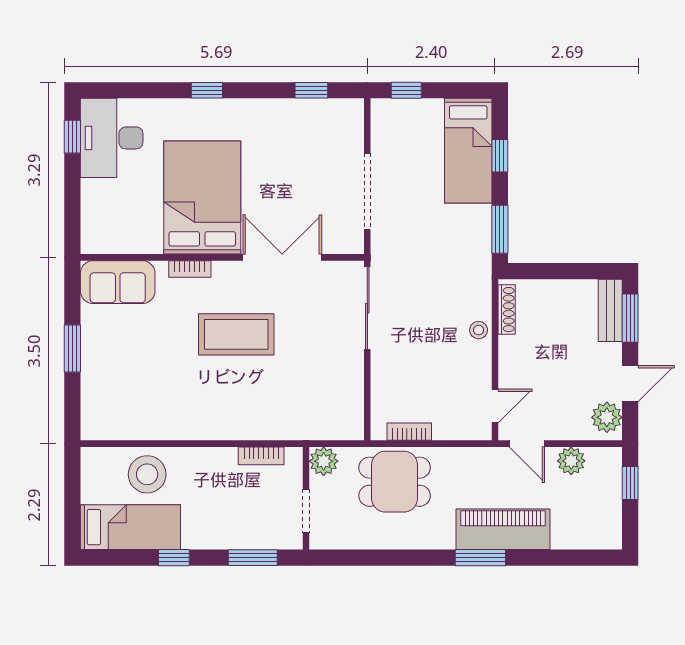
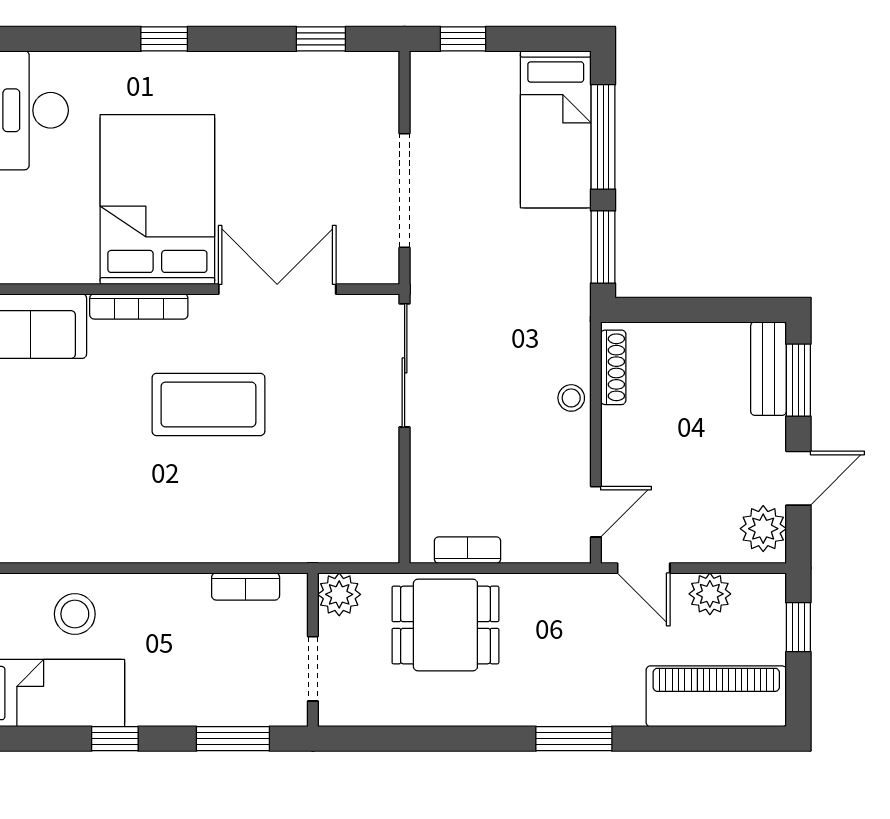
window: (500, 156) -> (603, 137), width x2.17
bookcase: (190, 269) -> (139, 306), width x1.56
stool: (147, 474) -> (75, 614), width x0.73, depth x0.73
piano: (503, 529) -> (716, 696), moved

